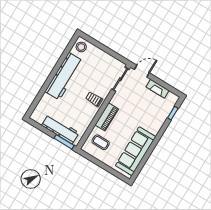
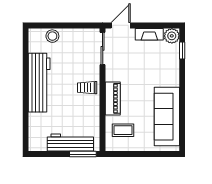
stool: (81, 47) -> (52, 36), moved
plant: (172, 99) -> (172, 36), added

